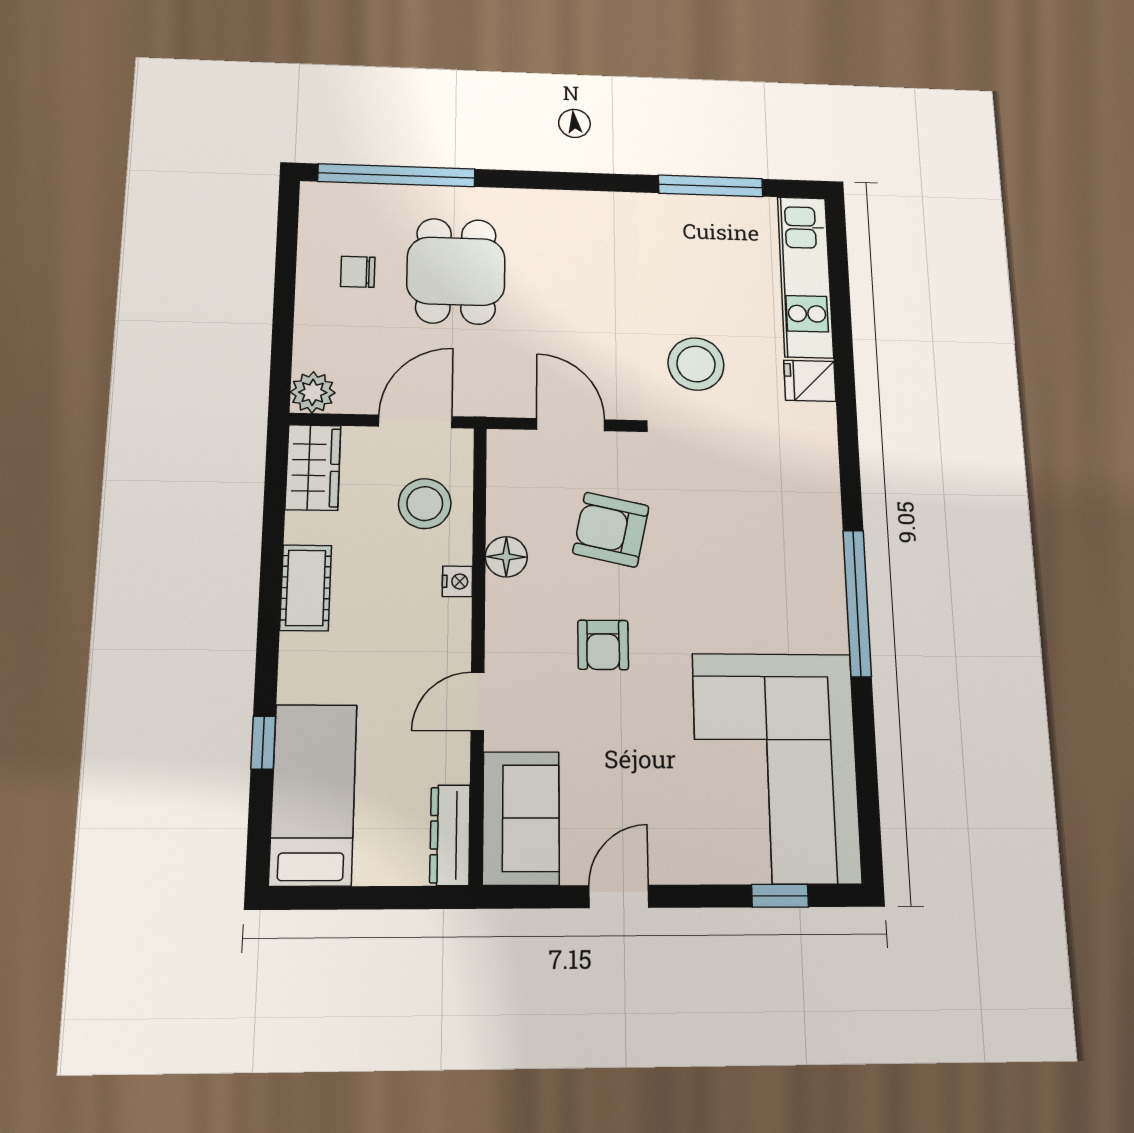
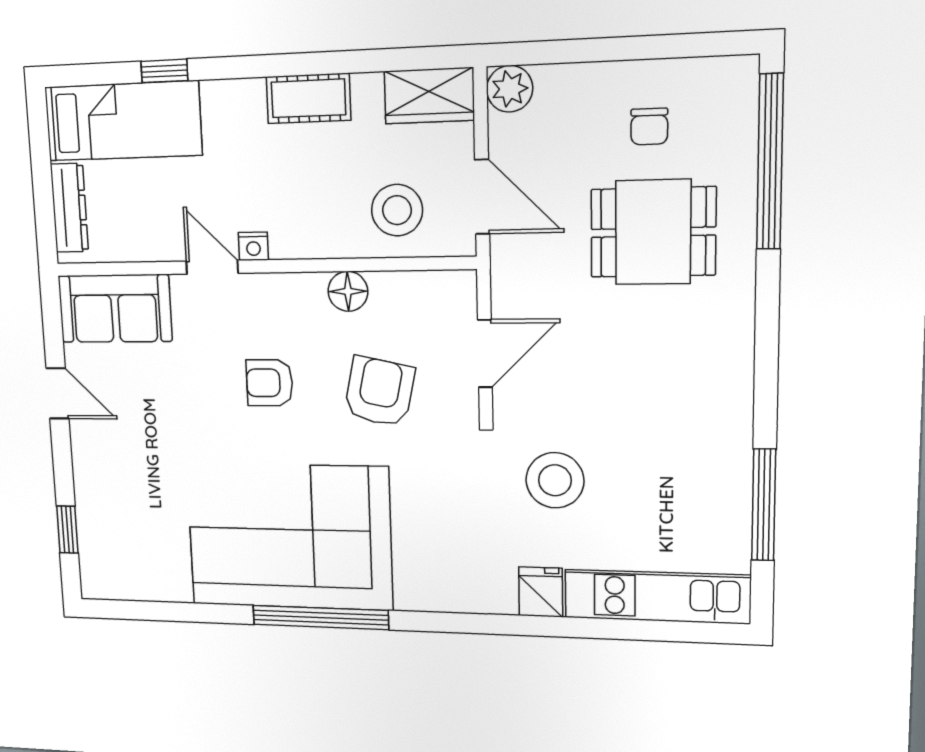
chair: (358, 272) -> (649, 126), turned 180
nightstand: (457, 581) -> (253, 246), moved
corner sofa: (776, 767) -> (289, 537), moved
dresser: (450, 835) -> (69, 208), moved, turned 90

